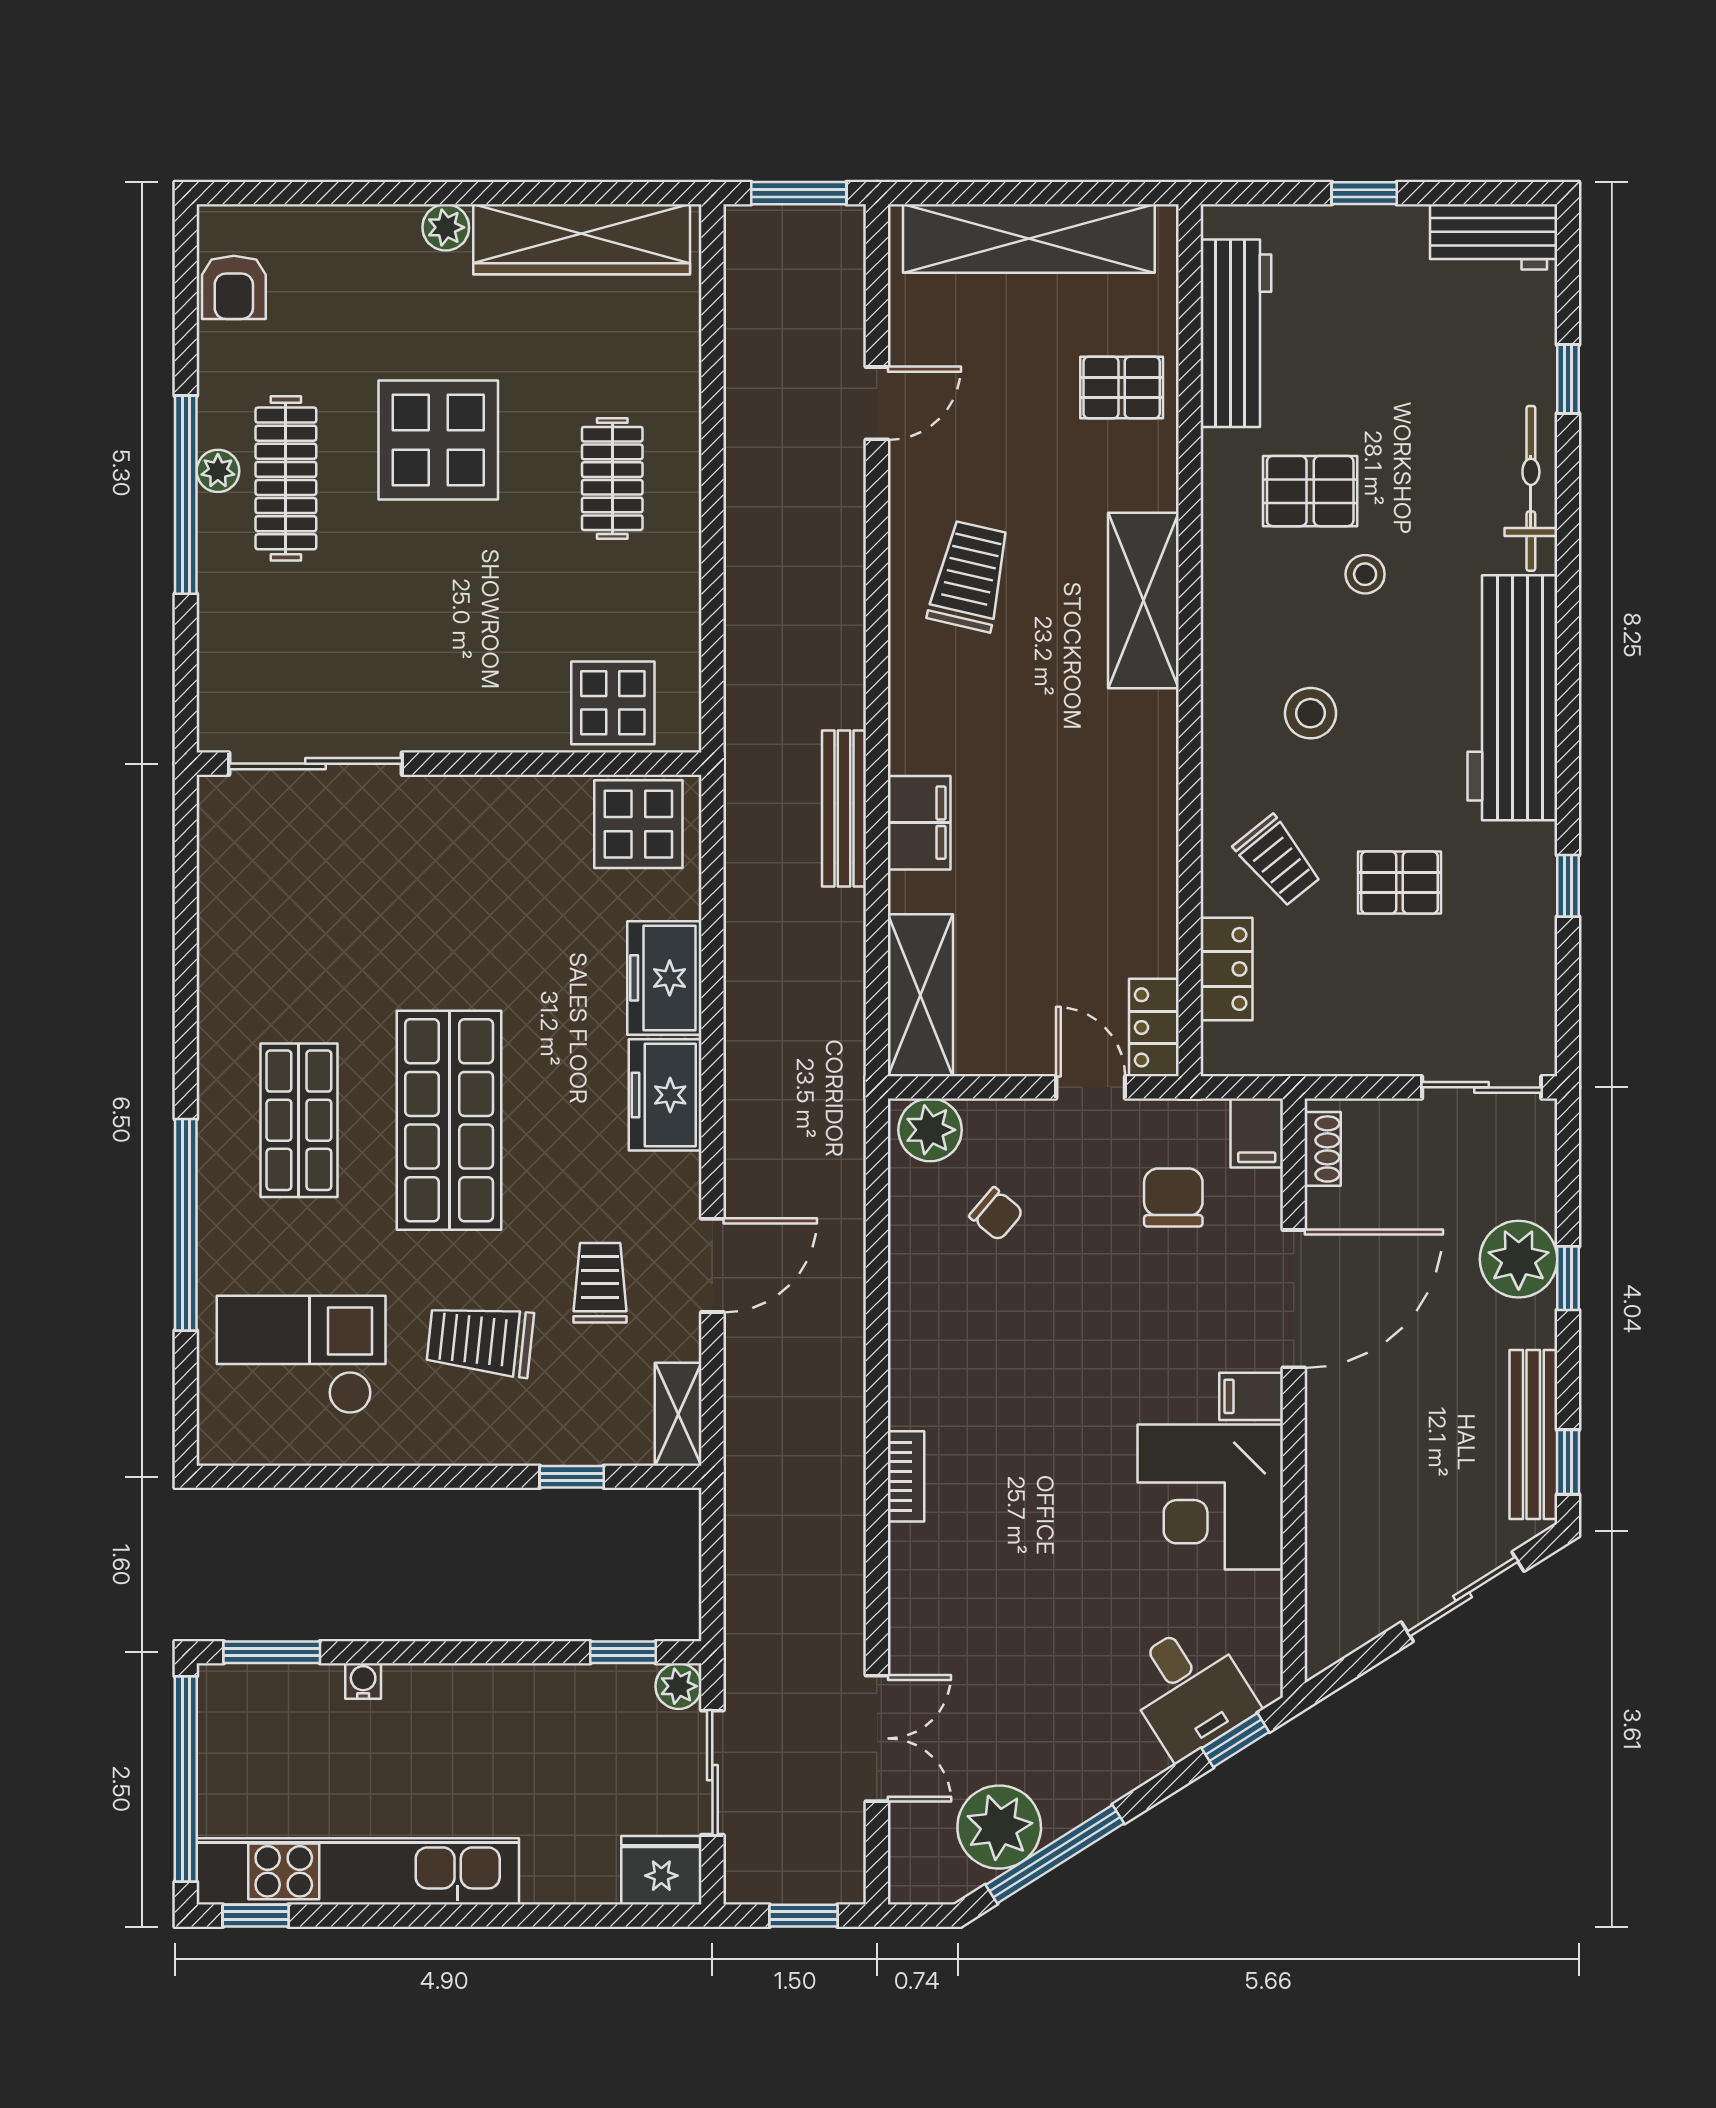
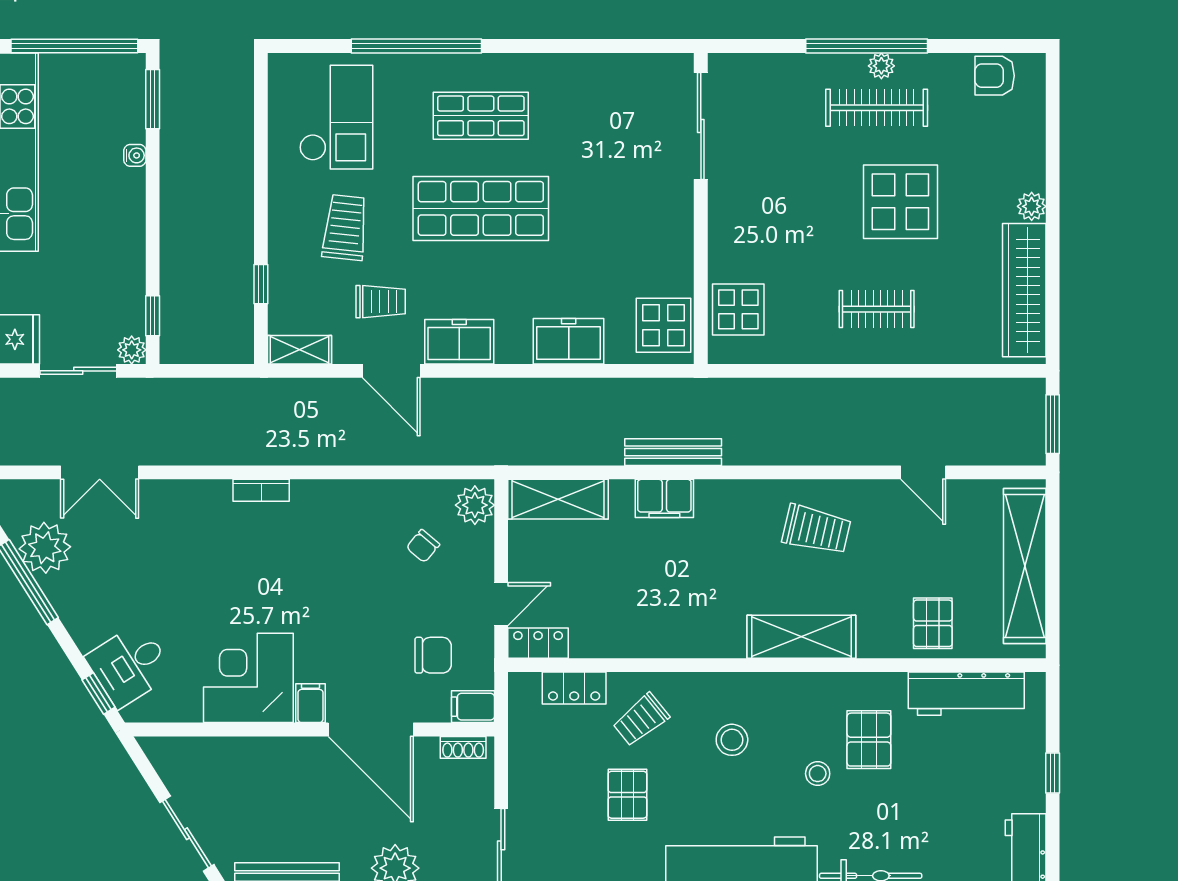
freezer: (665, 1095) -> (459, 342), moved

